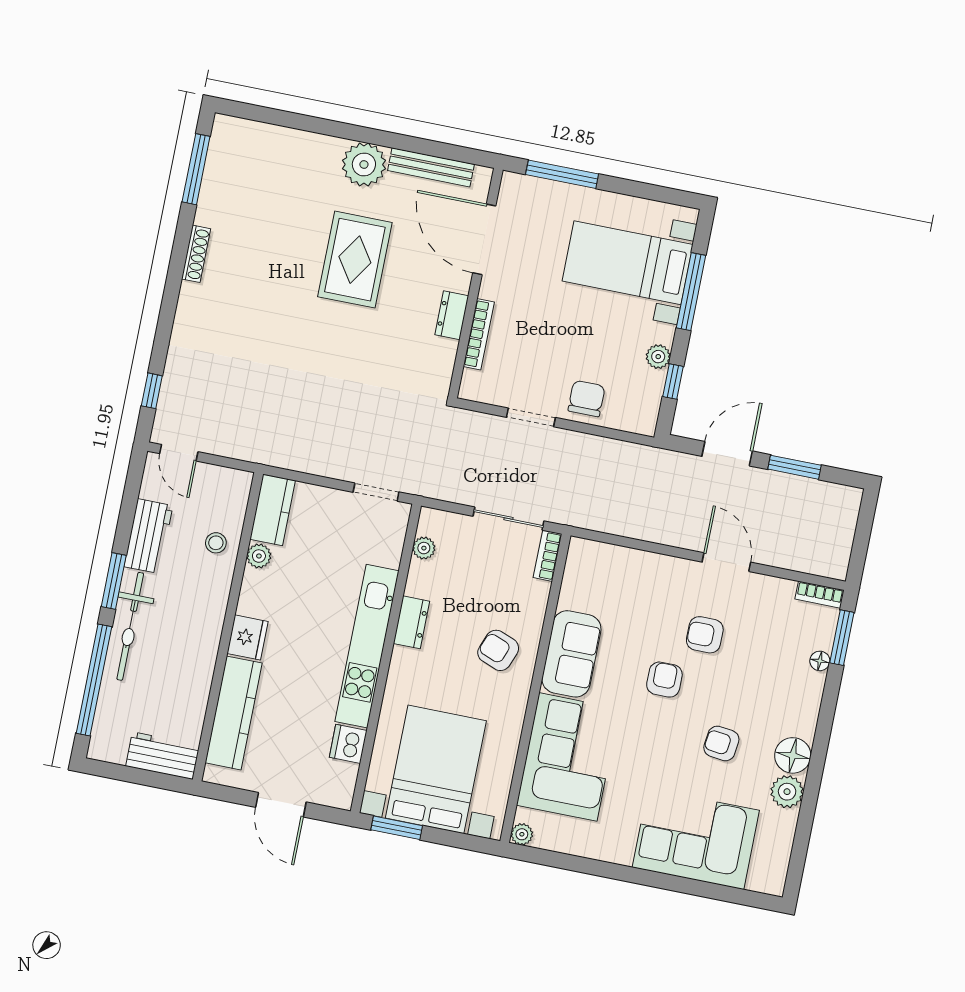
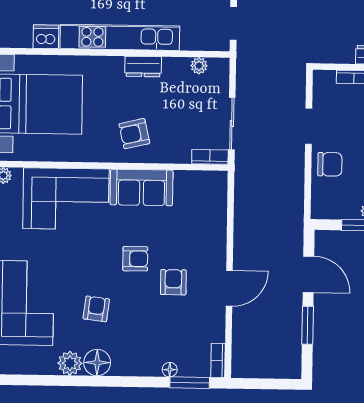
armchair: (498, 650) -> (134, 134), turned -124

